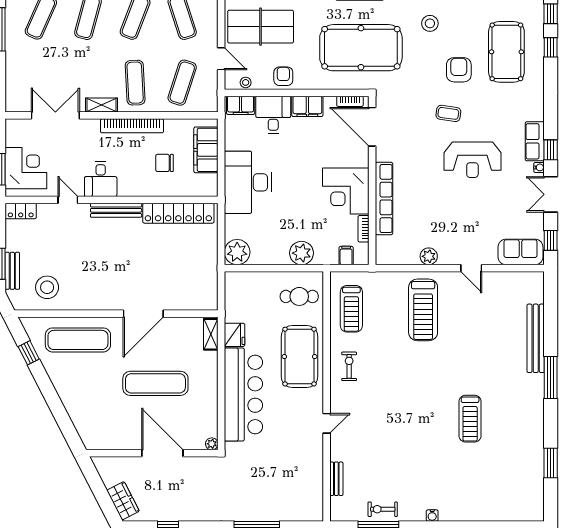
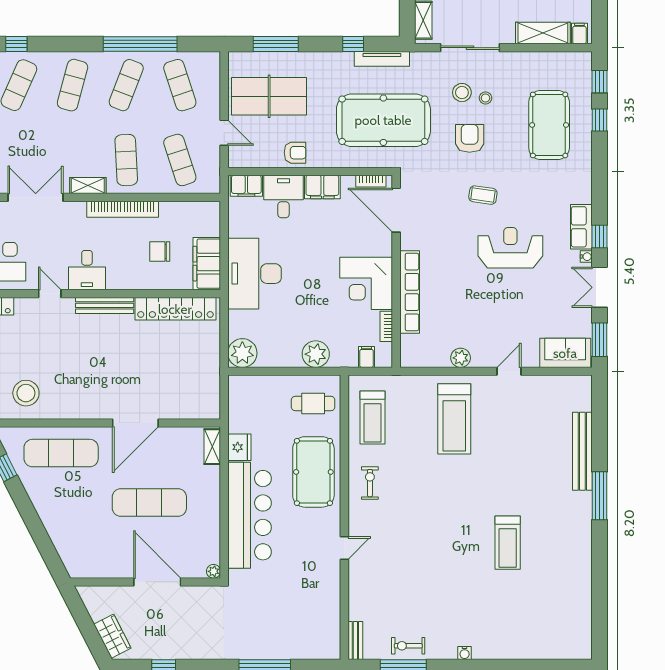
armchair: (459, 70) -> (470, 138), moved
armchair: (283, 76) -> (295, 153), turned 90
stool: (246, 82) -> (485, 98), moved
exercise mat: (182, 83) -> (180, 160), turned -36
filing cabinet: (206, 150) -> (207, 264), moved
reception desk: (472, 160) -> (510, 248), turned 180
window: (551, 240) -> (599, 340), width x1.50
door: (471, 268) -> (509, 371), swing flipped
window: (551, 463) -> (599, 593), removed
bench: (336, 479) -> (355, 640), moved

